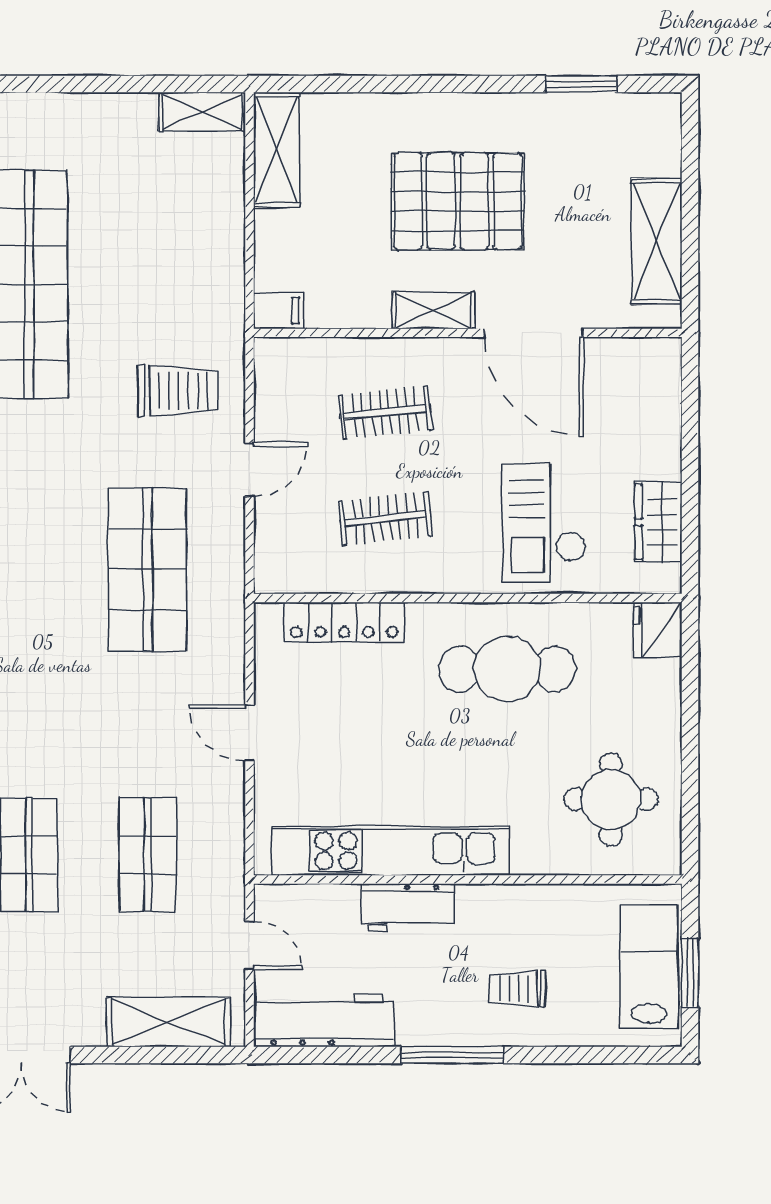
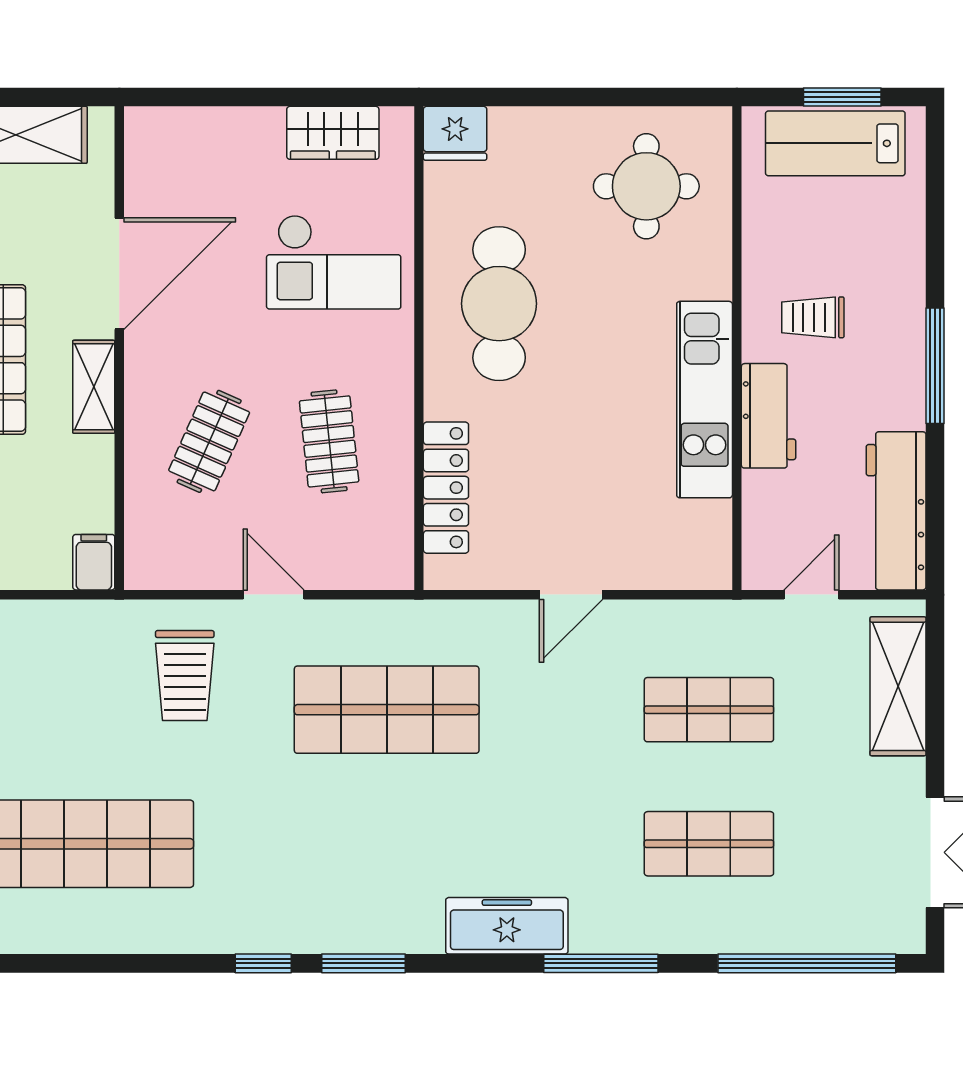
trolley: (178, 391) -> (185, 676), turned 180
clothes rail: (385, 412) -> (209, 441), turned 30
kitchen unit: (391, 851) -> (705, 400), width x0.73
trolley: (518, 989) -> (813, 317), moved, turned 90

